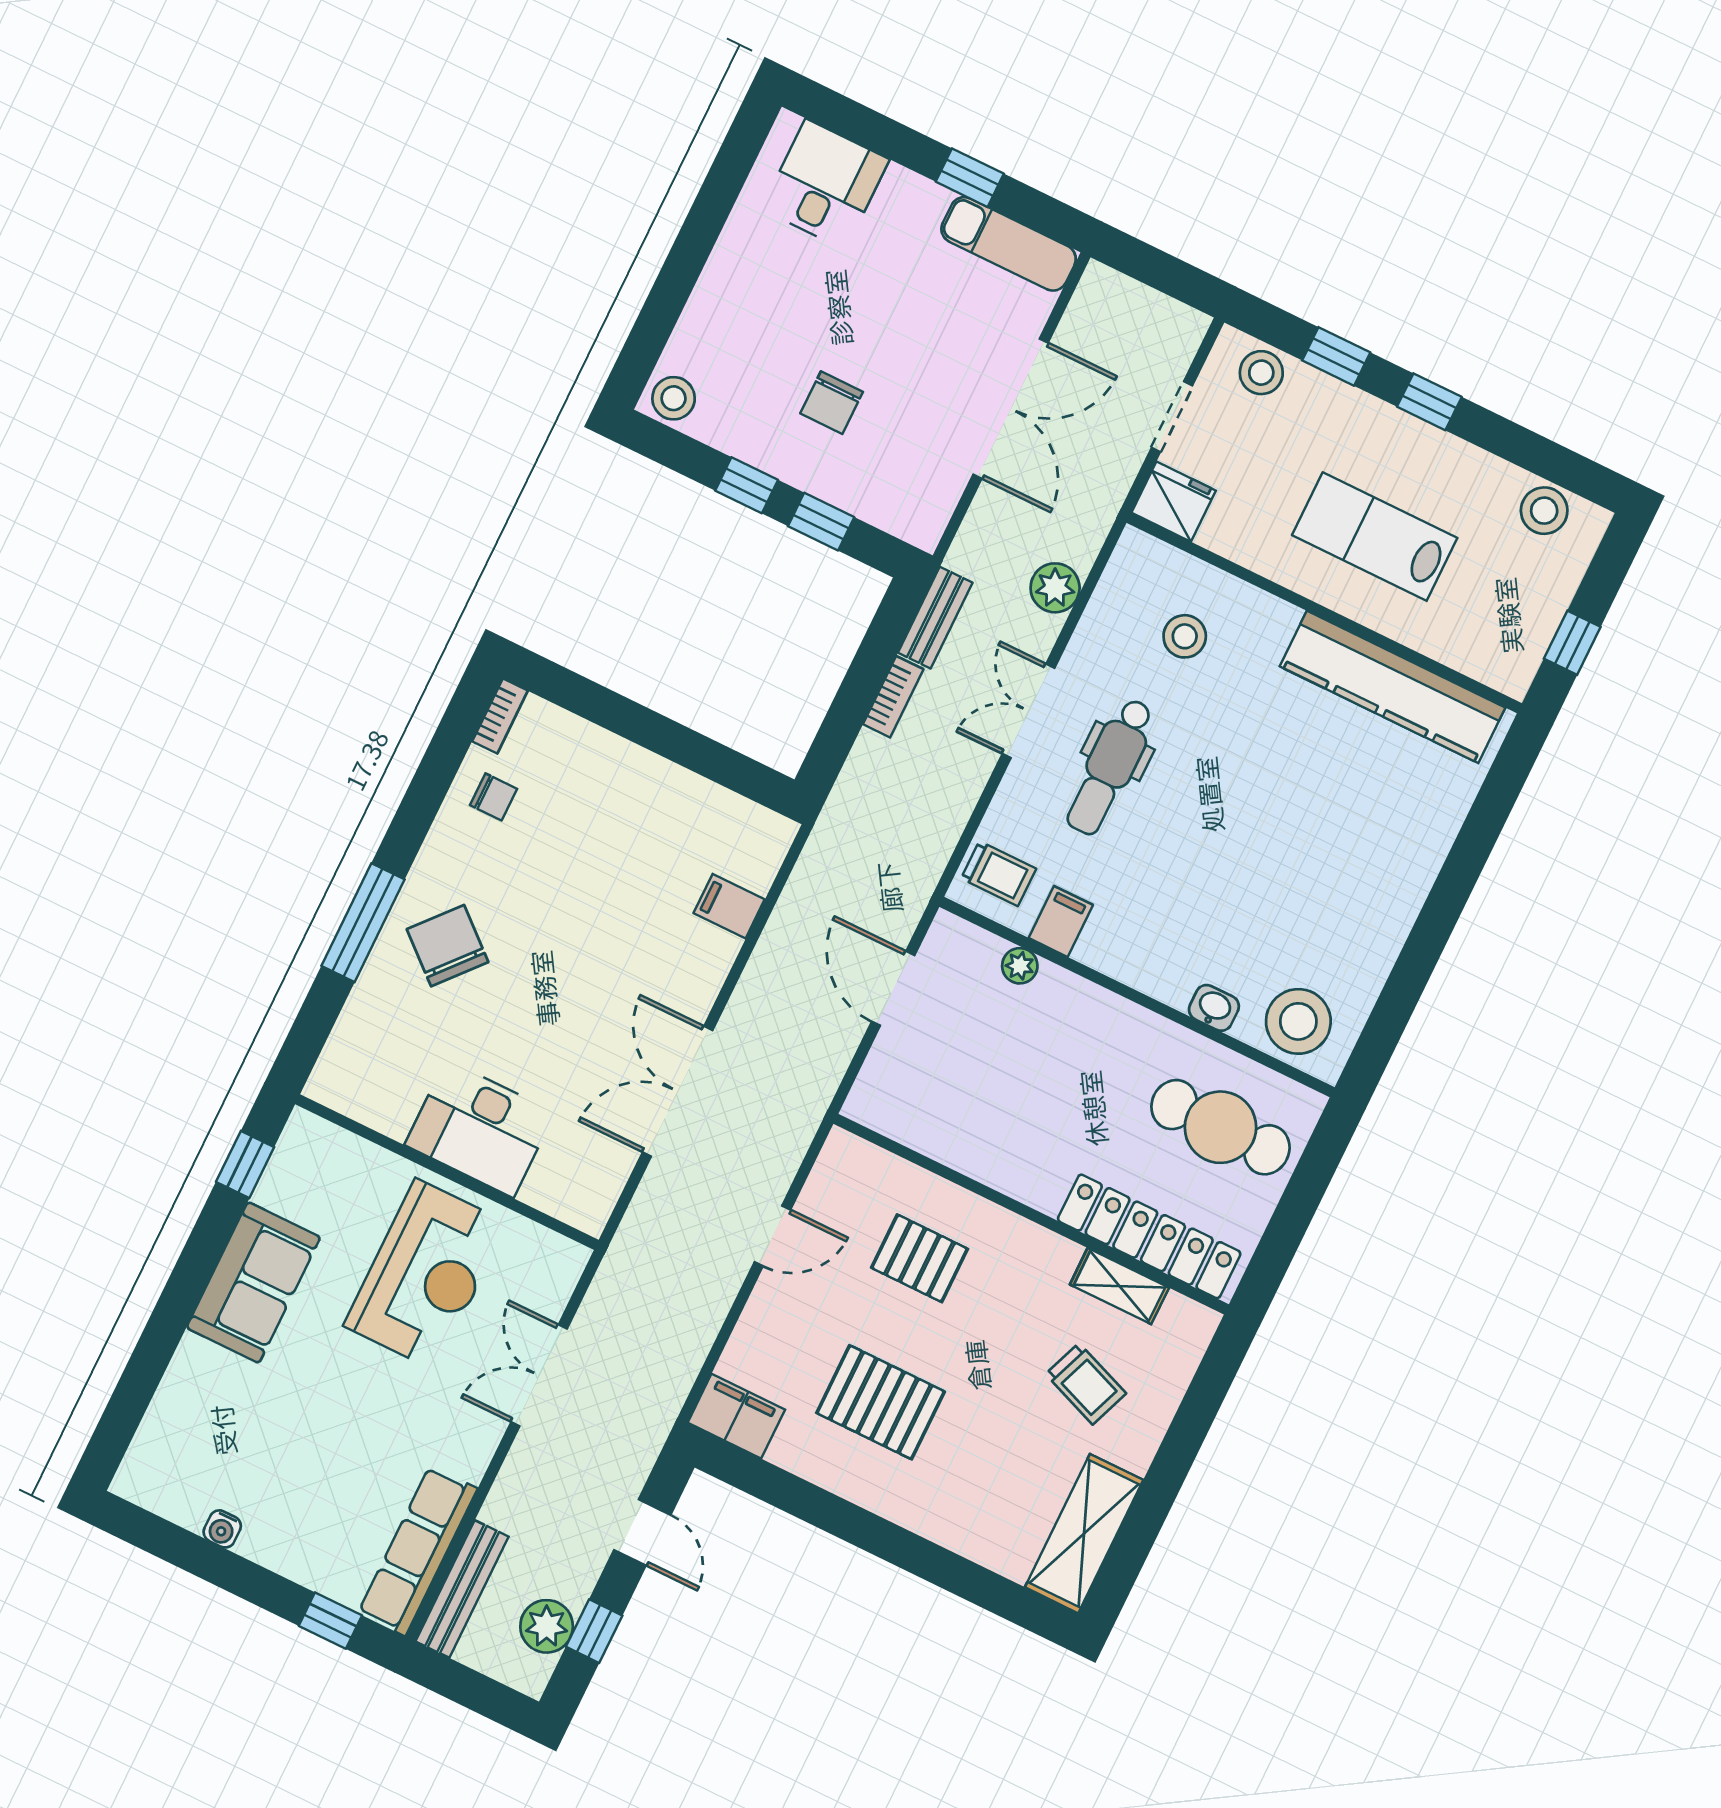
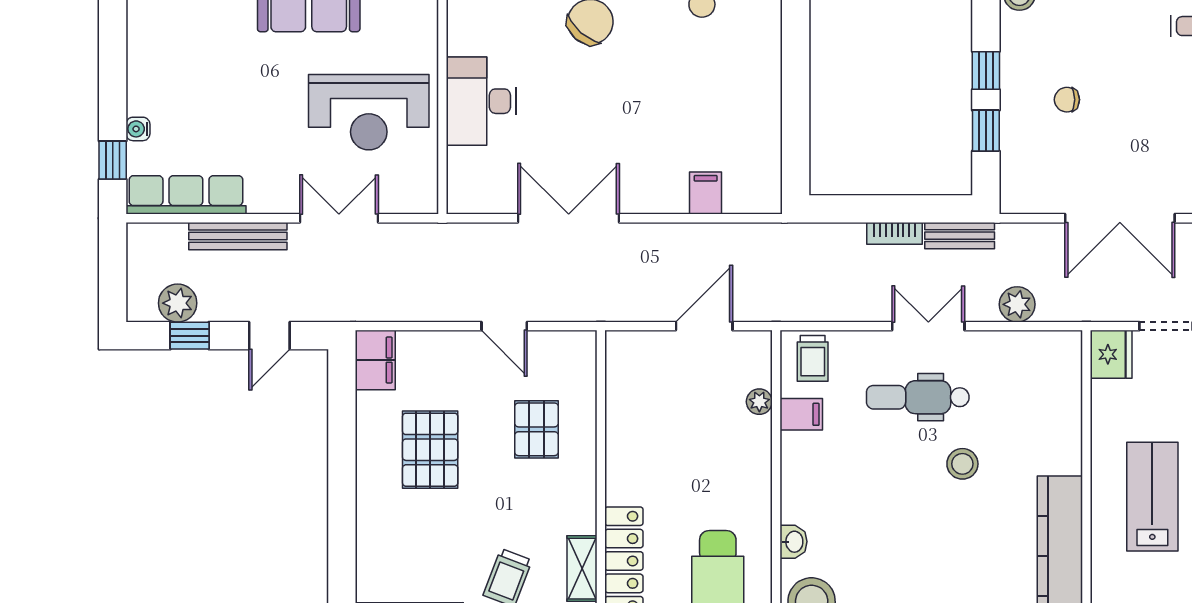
chair: (832, 403) -> (1067, 100), width x0.73, depth x0.73
stool: (1185, 636) -> (962, 464), moved
water cooler: (222, 1529) -> (138, 129), moved
bench: (462, 1589) -> (238, 236), moved

